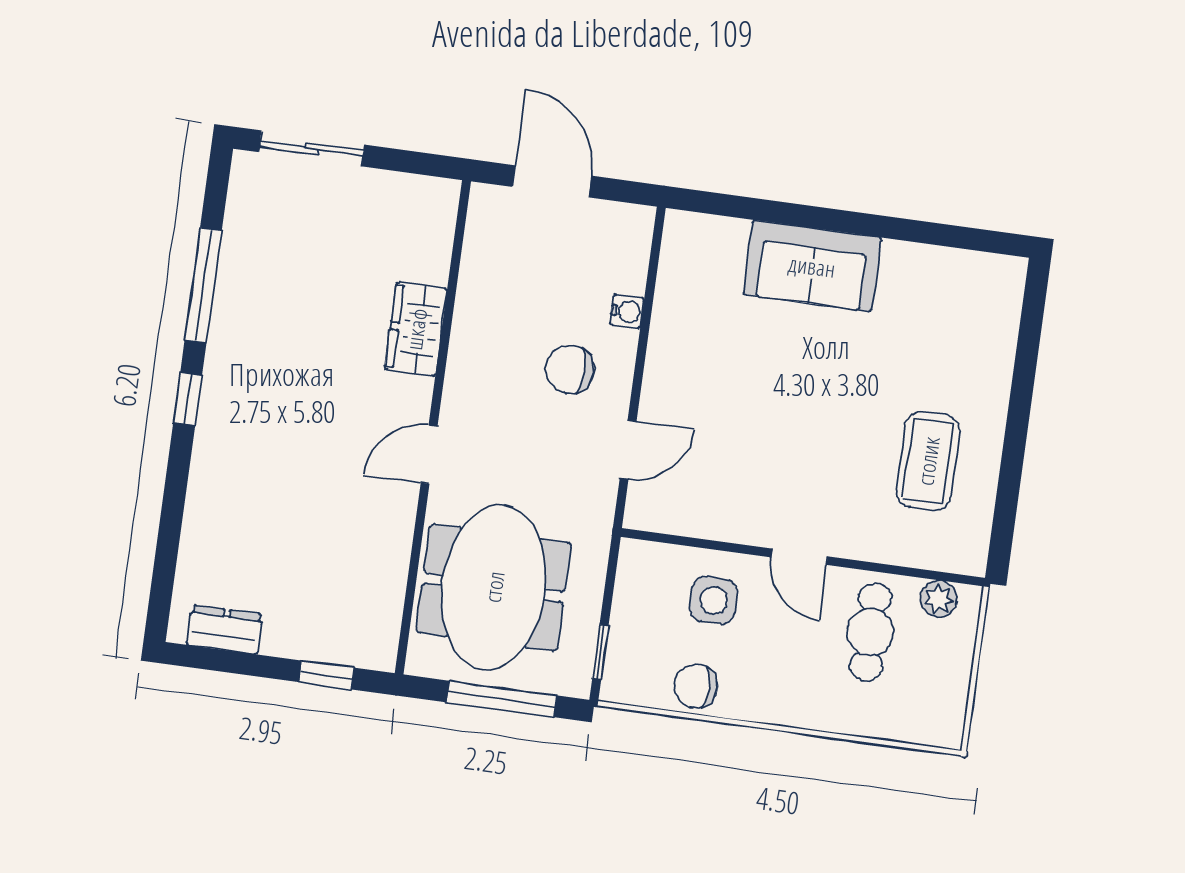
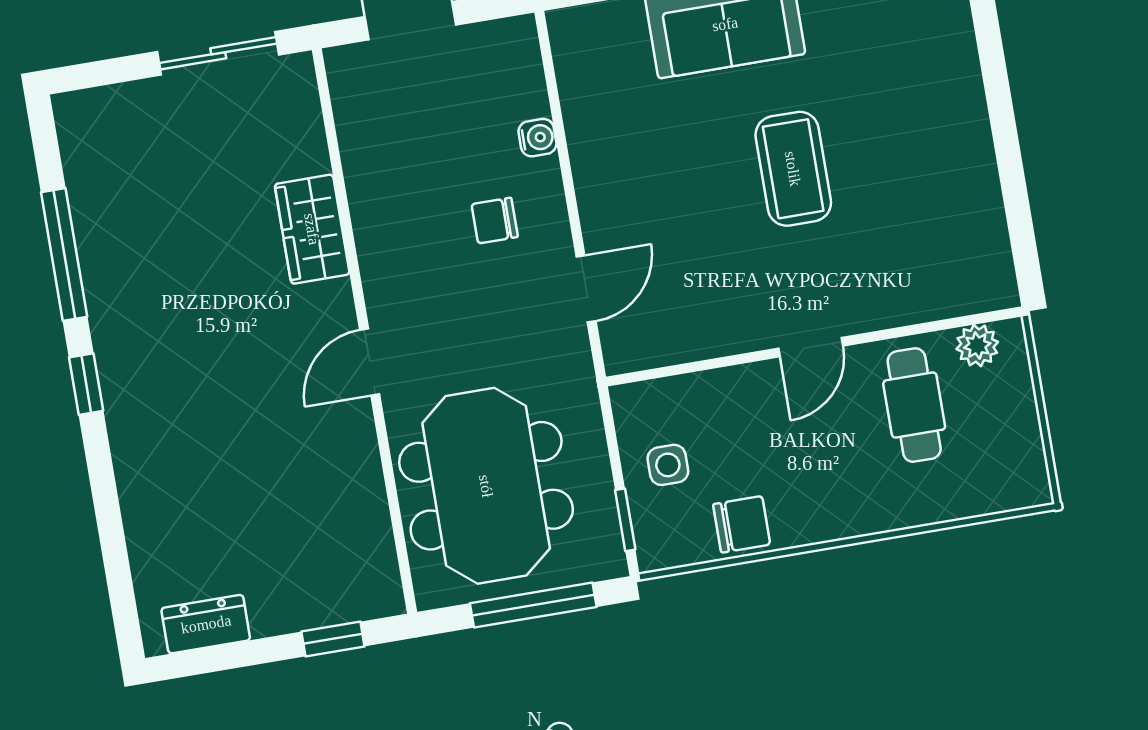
sliding door: (312, 148) -> (218, 53), moved
chair: (570, 369) -> (495, 221), width x0.73, depth x0.73
coffee table: (928, 461) -> (793, 169), moved
door: (800, 557) -> (811, 347), hinge flipped
side table: (714, 600) -> (668, 465), moved, width x0.73, depth x0.73
chair: (696, 686) -> (742, 524), turned 180

